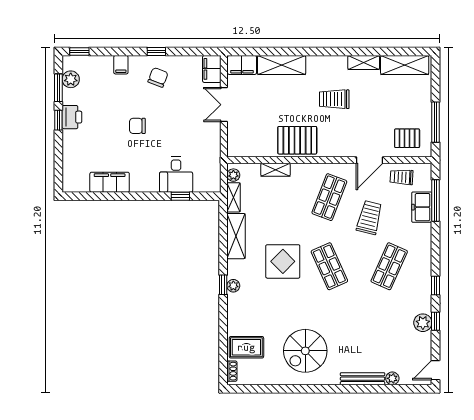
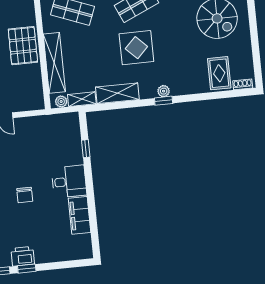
shelving: (275, 170) -> (54, 63), width x2.20, depth x1.33
desk: (176, 175) -> (69, 182), moved

